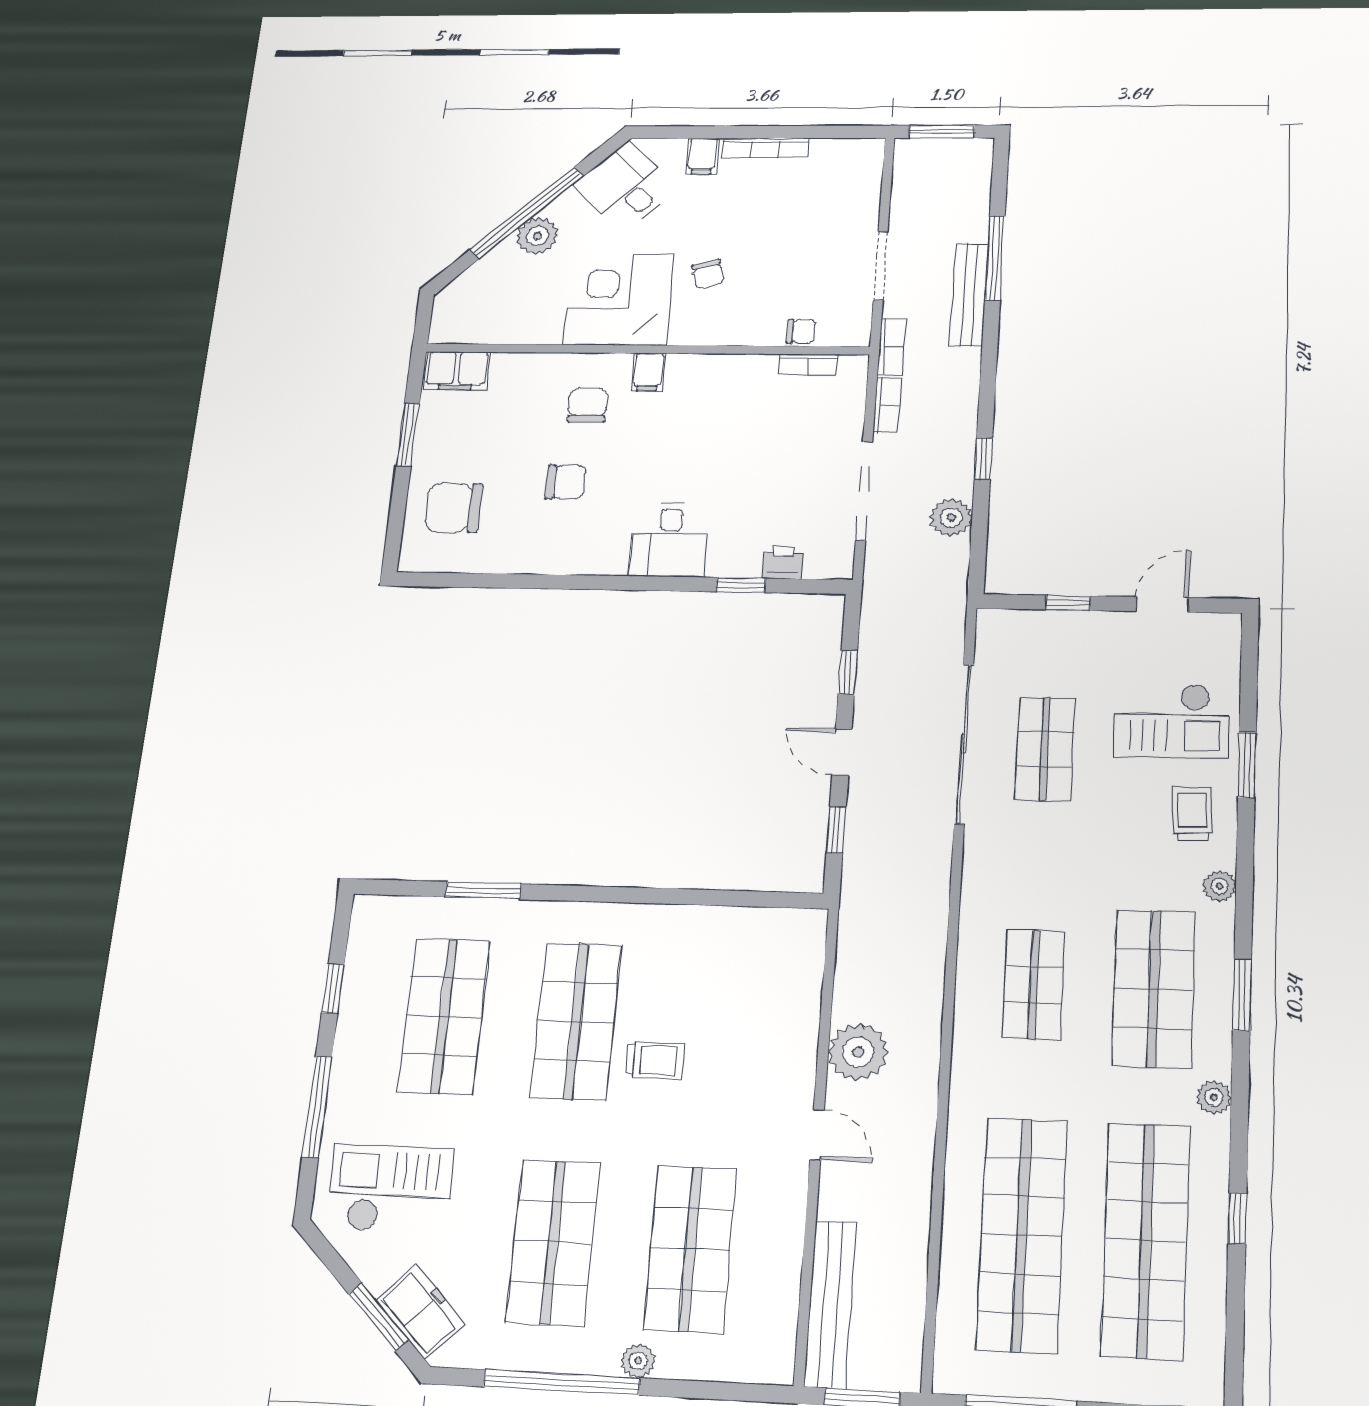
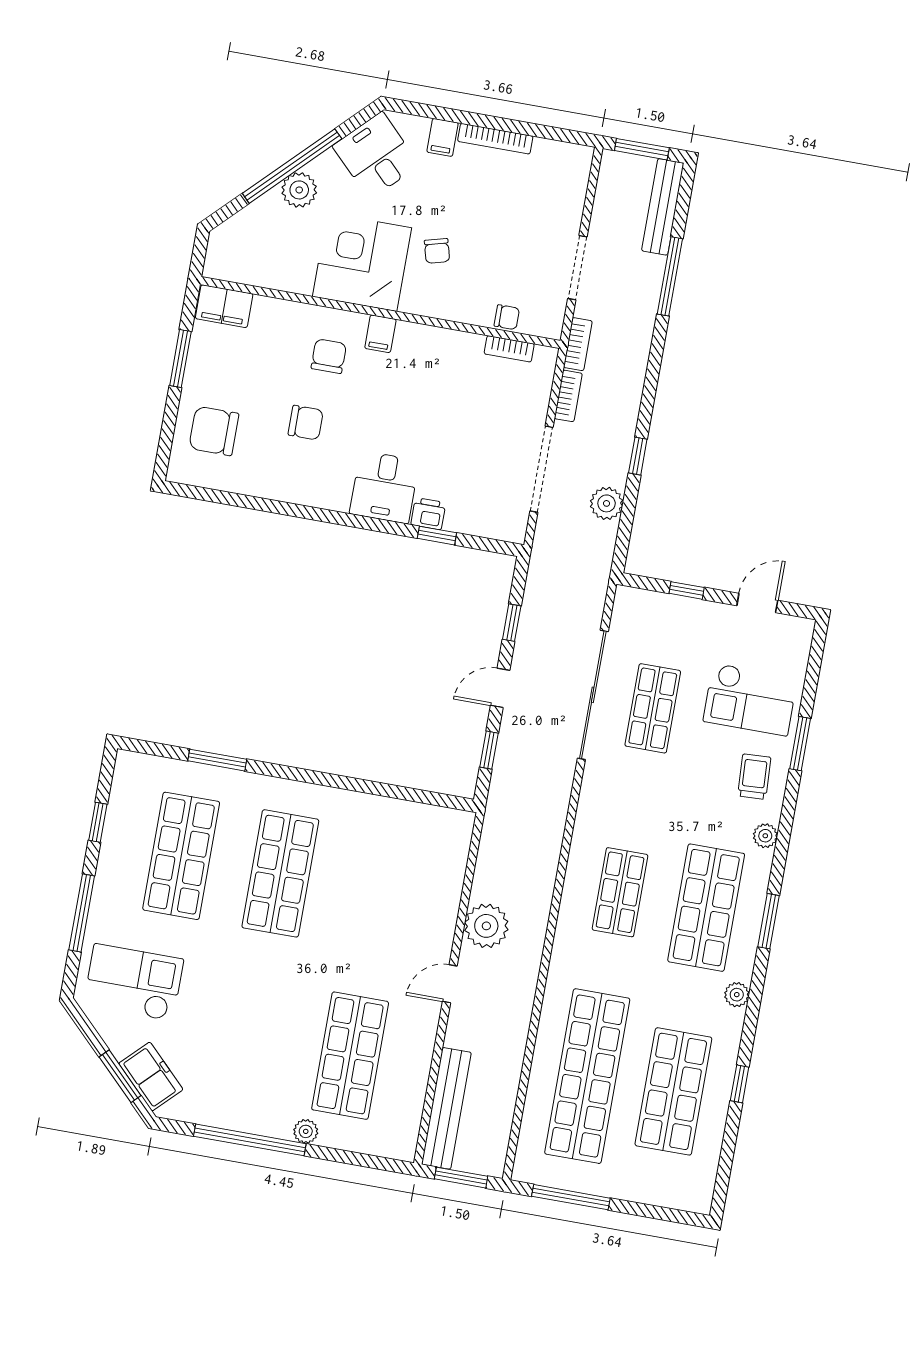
bench: (969, 295) -> (663, 207), moved
printer: (783, 563) -> (428, 514), moved
door: (842, 752) -> (500, 688), hinge flipped
trolley: (655, 1060) -> (336, 912), removed
door: (817, 1135) -> (450, 984), swing flipped
shop shelf: (1146, 1240) -> (673, 1091), width x0.71
shop shelf: (553, 1242) -> (251, 1038), removed

